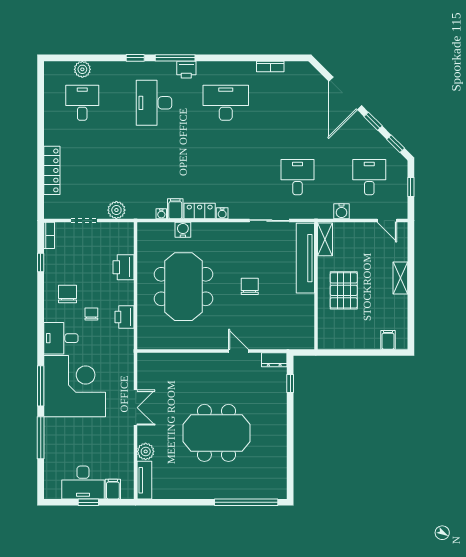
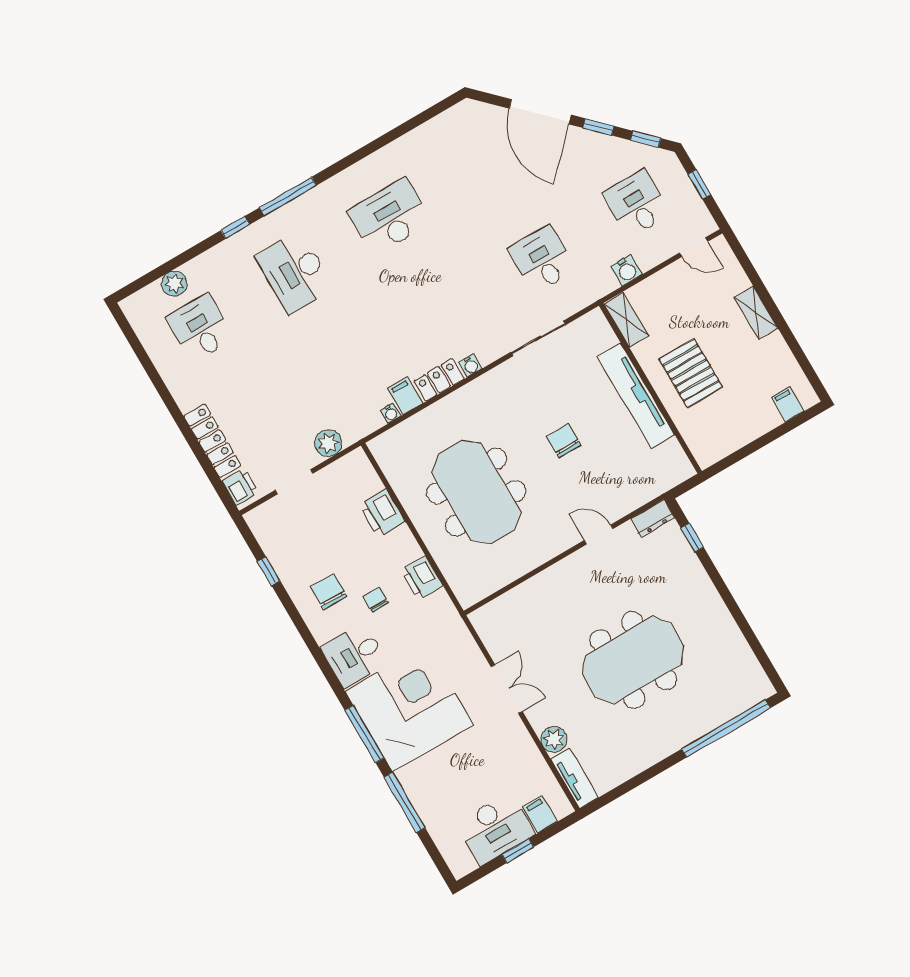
bookcase: (270, 66) -> (420, 134), removed
printer: (186, 70) -> (240, 487), moved, turned -90
water cooler: (183, 230) -> (431, 418), removed
bookcase: (49, 235) -> (259, 529), removed
tv unit: (305, 258) -> (636, 396), moved

